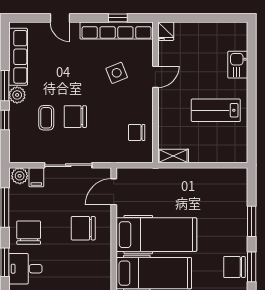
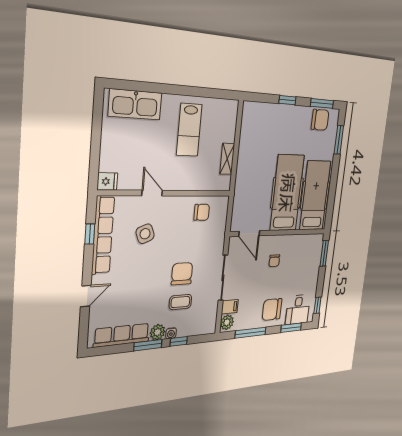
kitchen sink: (238, 65) -> (135, 104), width x1.87, depth x1.24
water cooler: (14, 110) -> (171, 333), added
chair: (75, 117) -> (182, 274), turned 180
chair: (137, 132) -> (202, 212), turned -90
shelving: (173, 156) -> (227, 159), moved
window: (252, 221) -> (287, 100), width x0.67
chair: (83, 228) -> (274, 261), width x0.54, depth x0.54
chair: (234, 267) -> (320, 120), turned -90

